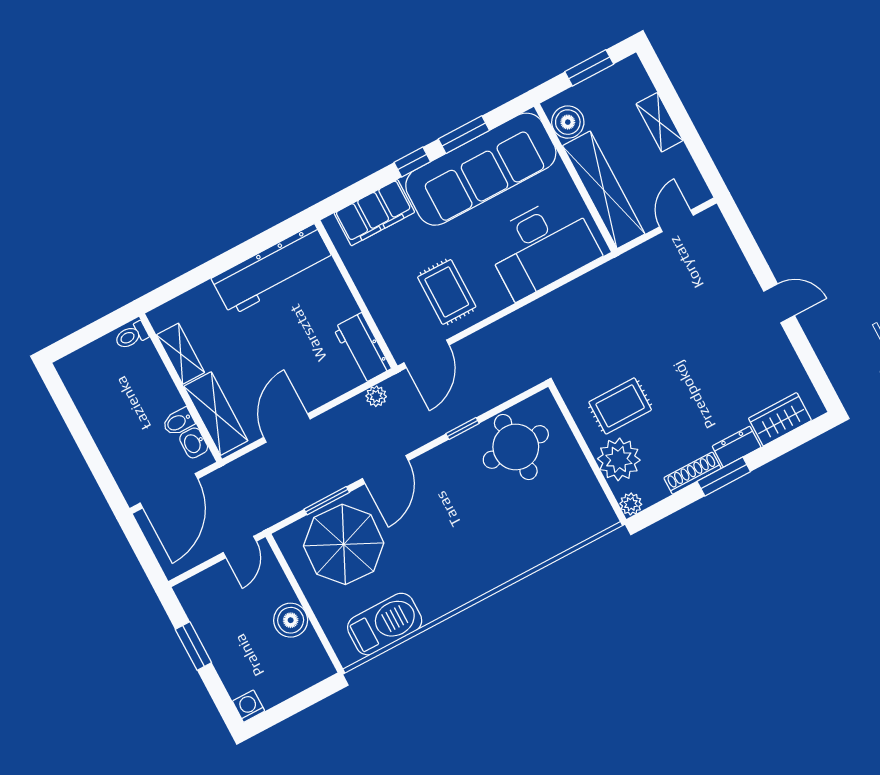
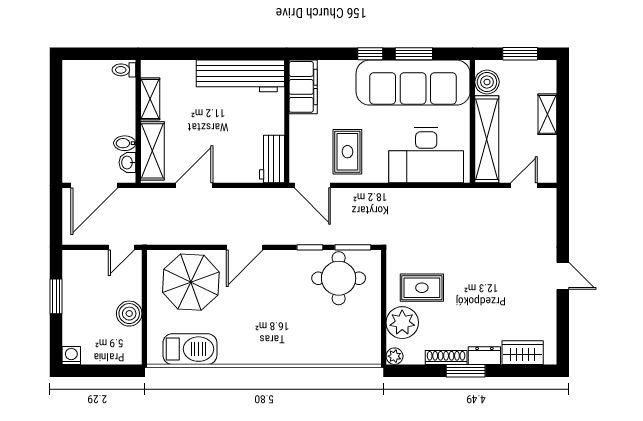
filing cabinet: (374, 213) -> (303, 87), moved, turned -90
door: (427, 354) -> (312, 185), hinge flipped
plant: (376, 396) -> (264, 196), removed
window: (327, 501) -> (353, 247), moved

